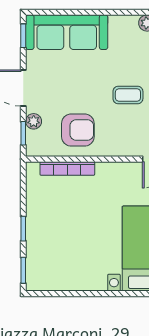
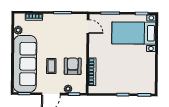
sofa: (67, 32) -> (25, 64), width x1.36, depth x1.27
coffee table: (128, 95) -> (51, 66), moved

